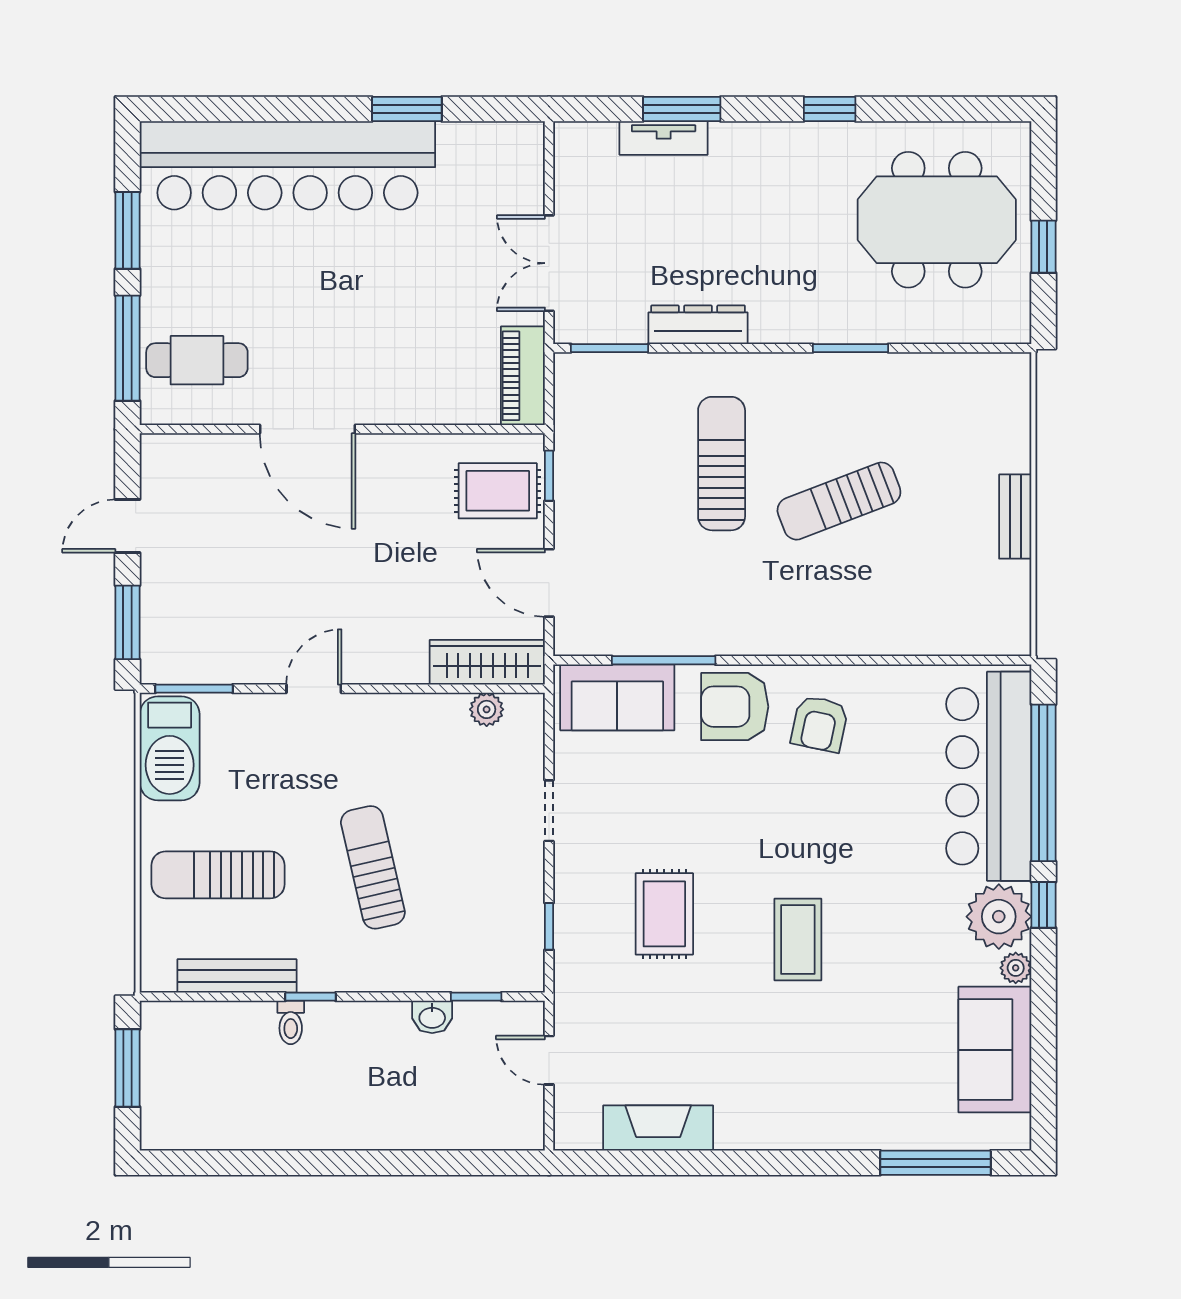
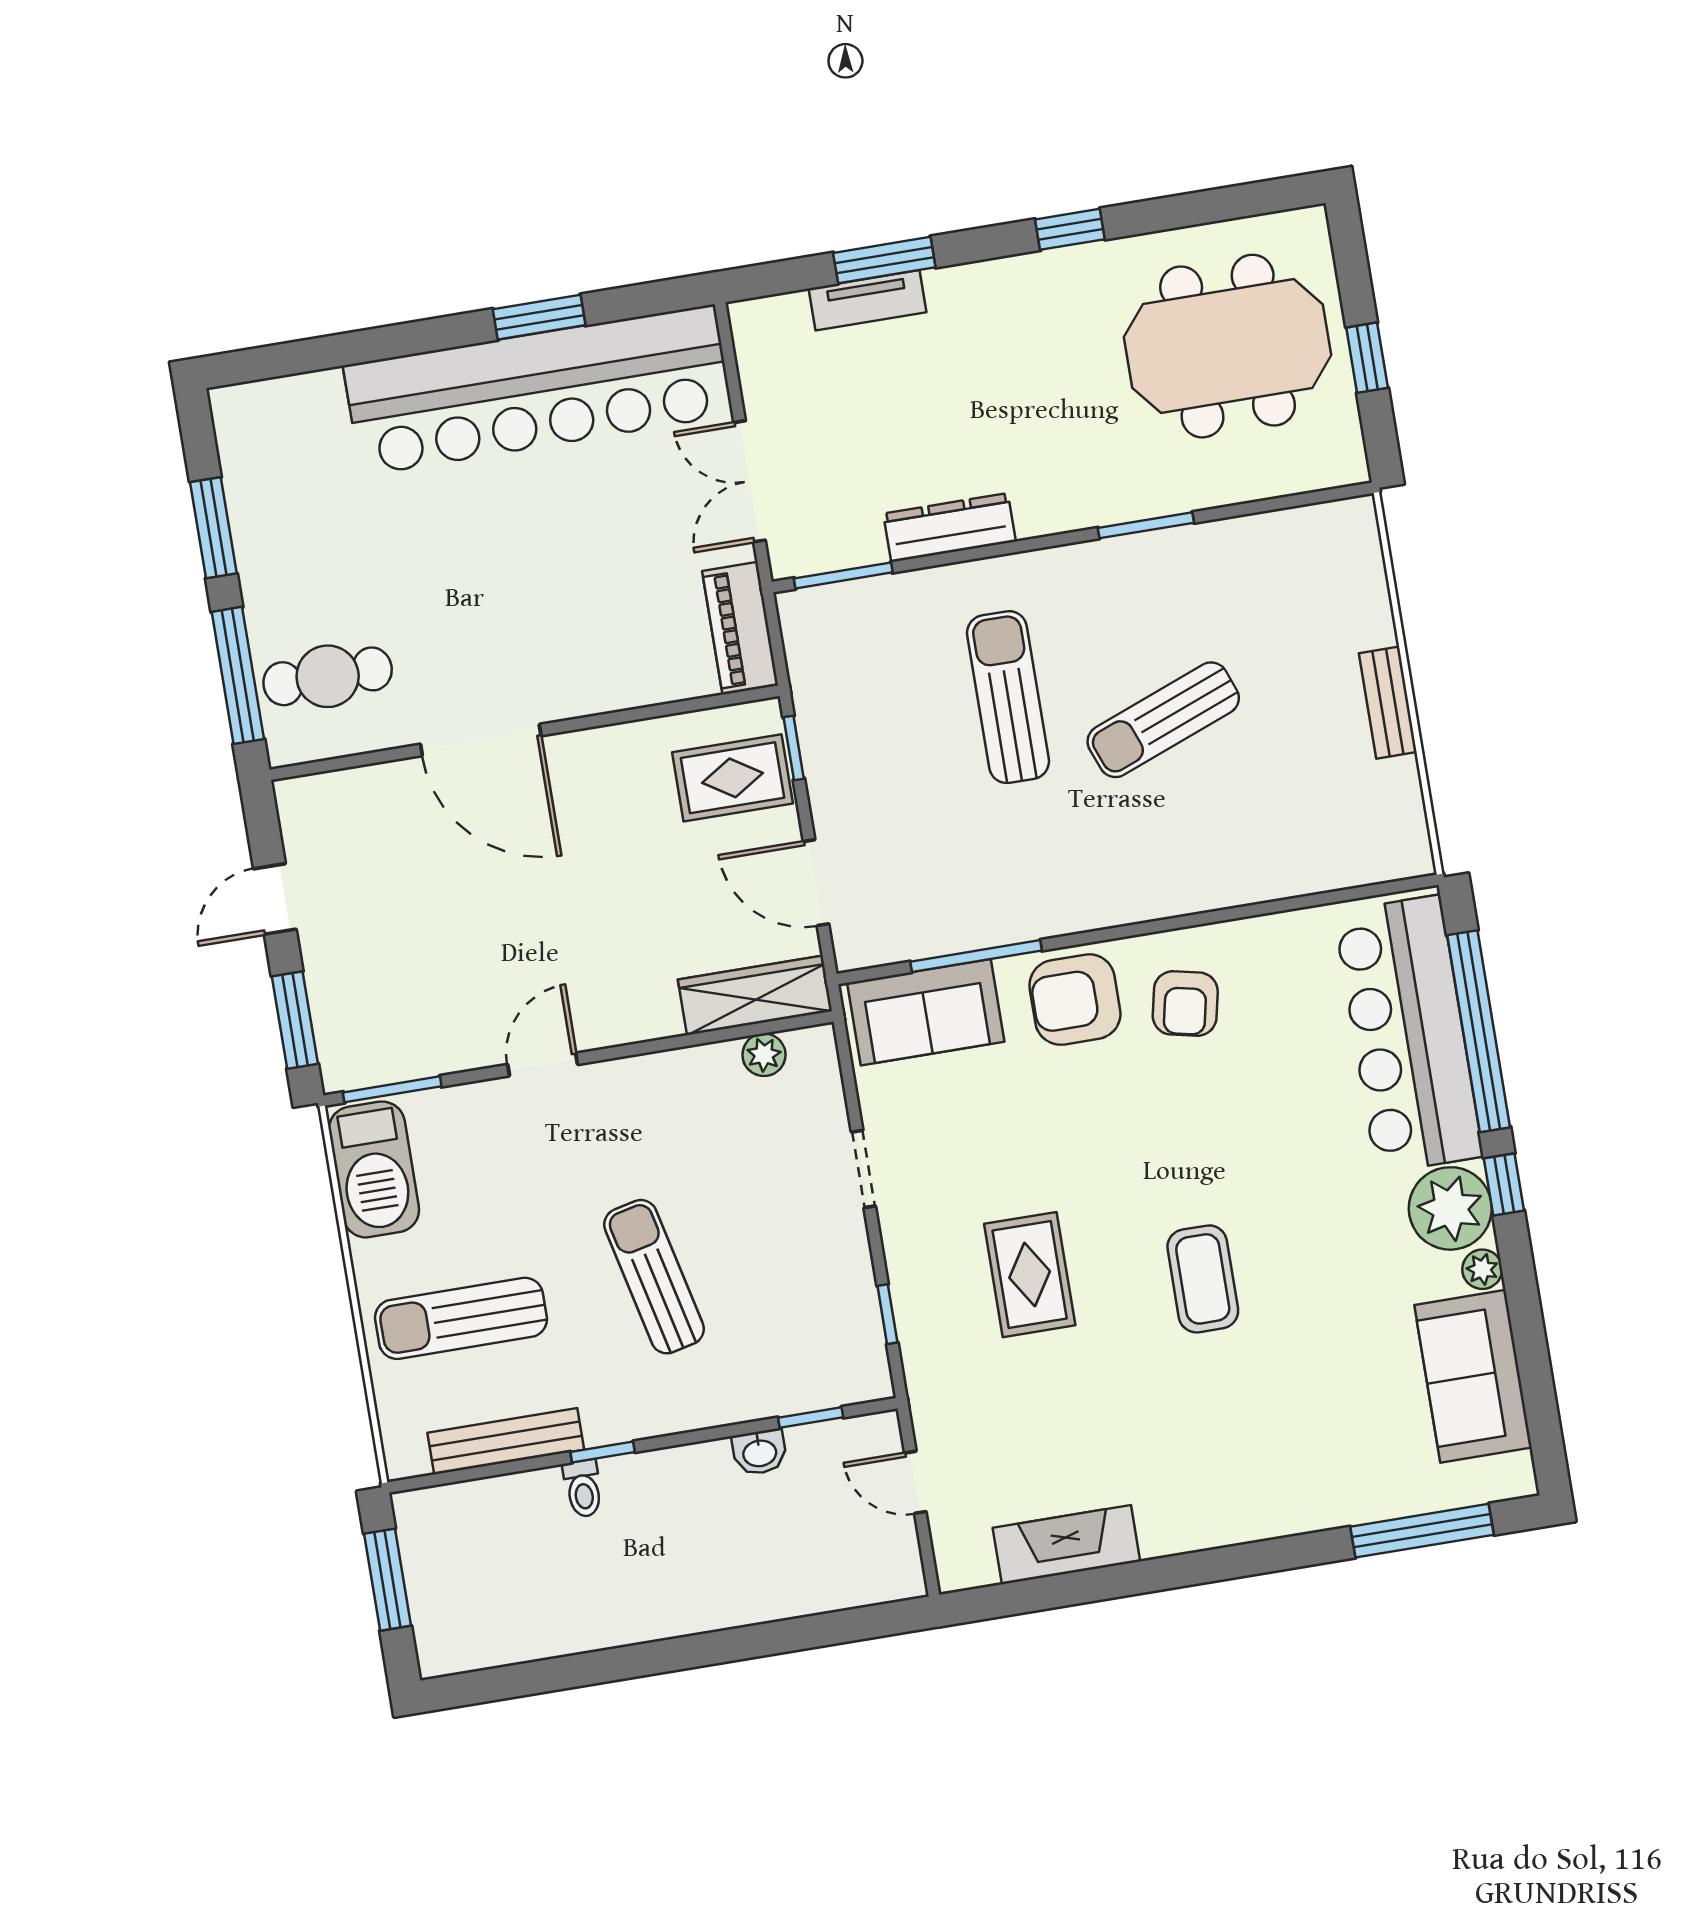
bar counter: (287, 165) -> (537, 390), moved

